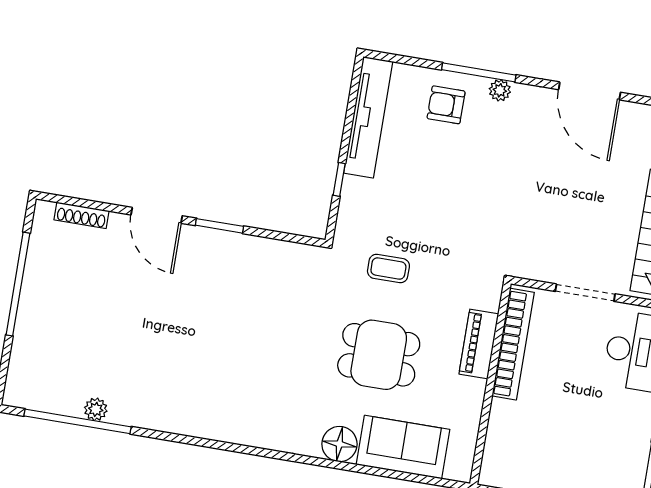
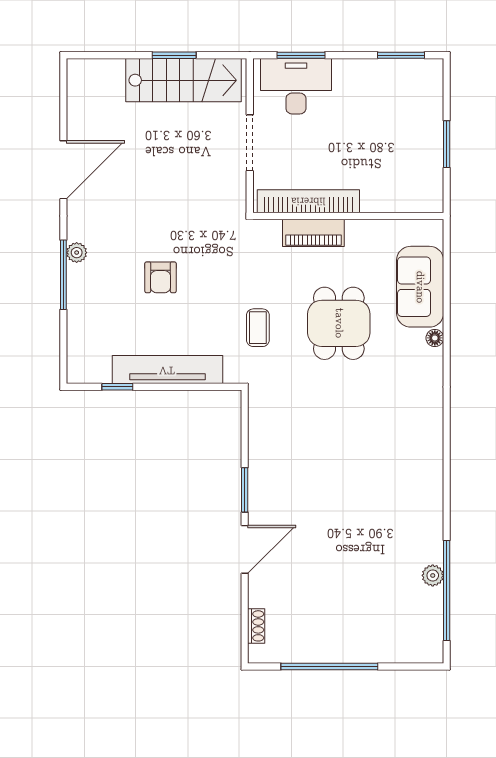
armchair: (446, 105) -> (160, 277), moved
tv unit: (368, 117) -> (167, 370), moved
window: (339, 179) -> (117, 387), moved
shoe rack: (82, 215) -> (256, 626), width x0.70
floor lamp: (339, 444) -> (435, 338), width x0.53, depth x0.53

